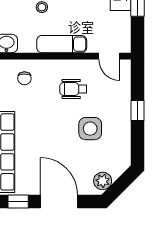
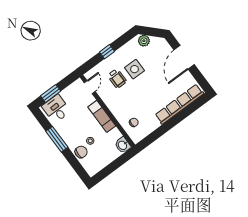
wheelchair: (73, 89) -> (117, 78), moved
plant: (103, 181) -> (144, 41), moved
window: (18, 201) -> (200, 78), removed

